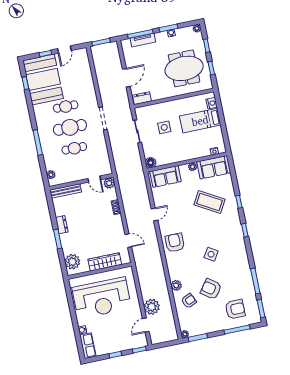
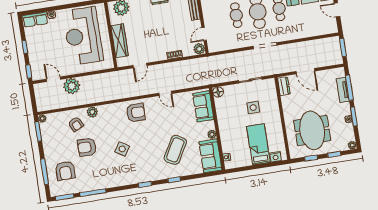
armchair: (211, 289) -> (87, 147), turned -126

